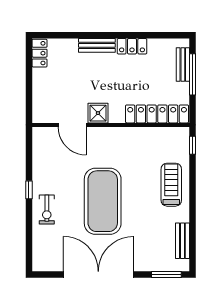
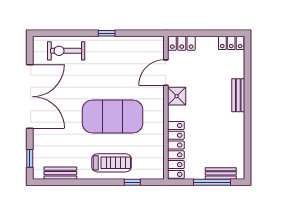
locker: (132, 46) -> (182, 43), moved, turned -90
window: (192, 145) -> (132, 182), moved
exercise mat: (103, 201) -> (113, 117), moved
exercise bike: (47, 210) -> (66, 51), moved, width x1.38, depth x1.39
window: (166, 275) -> (30, 158), width x0.67

